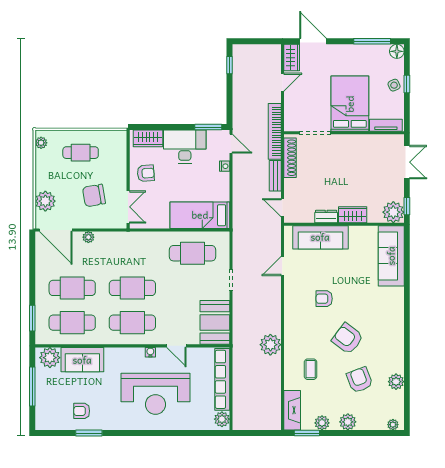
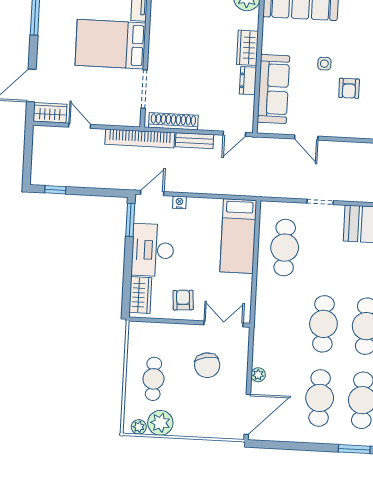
plant: (45, 201) -> (160, 423), moved
side table: (343, 278) -> (324, 64), added

